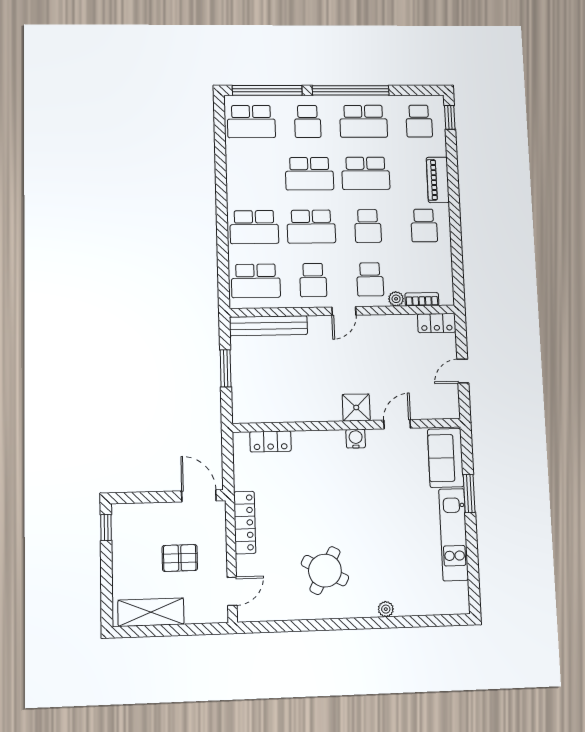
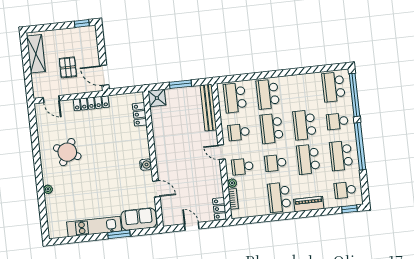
school desk: (424, 225) -> (279, 197), width x1.85
shower: (356, 407) -> (157, 98), moved
door: (199, 496) -> (104, 75), swing flipped

